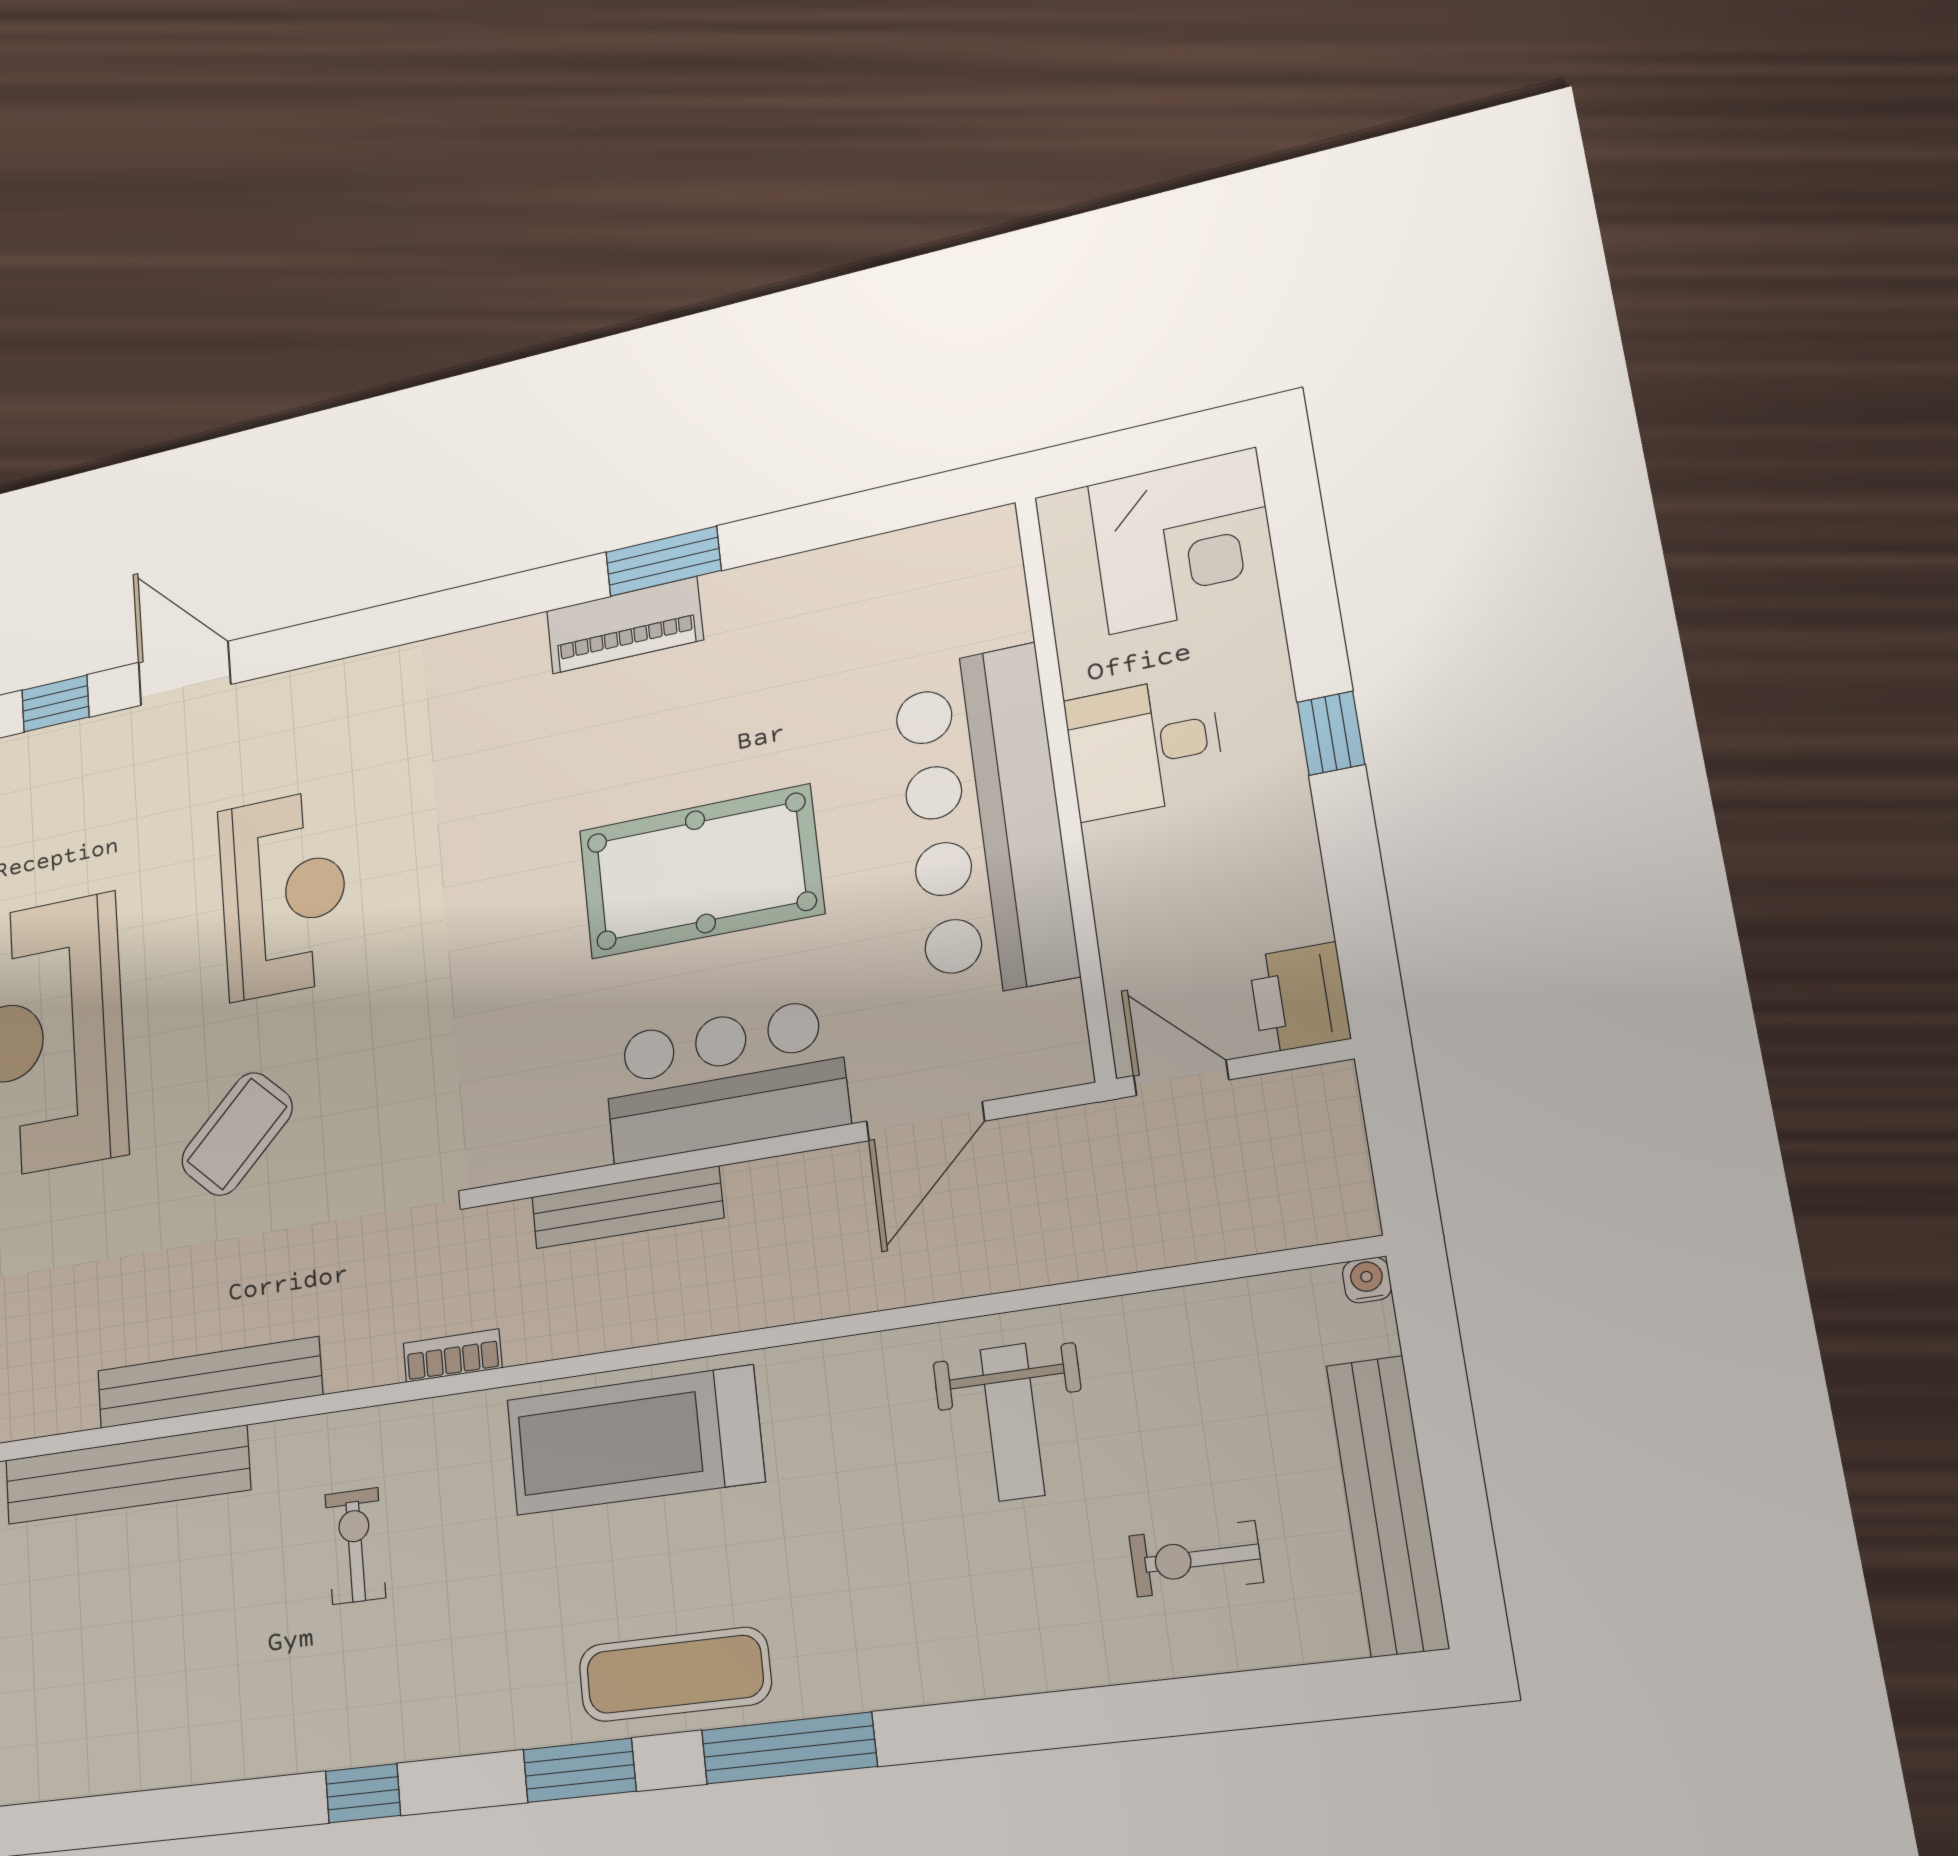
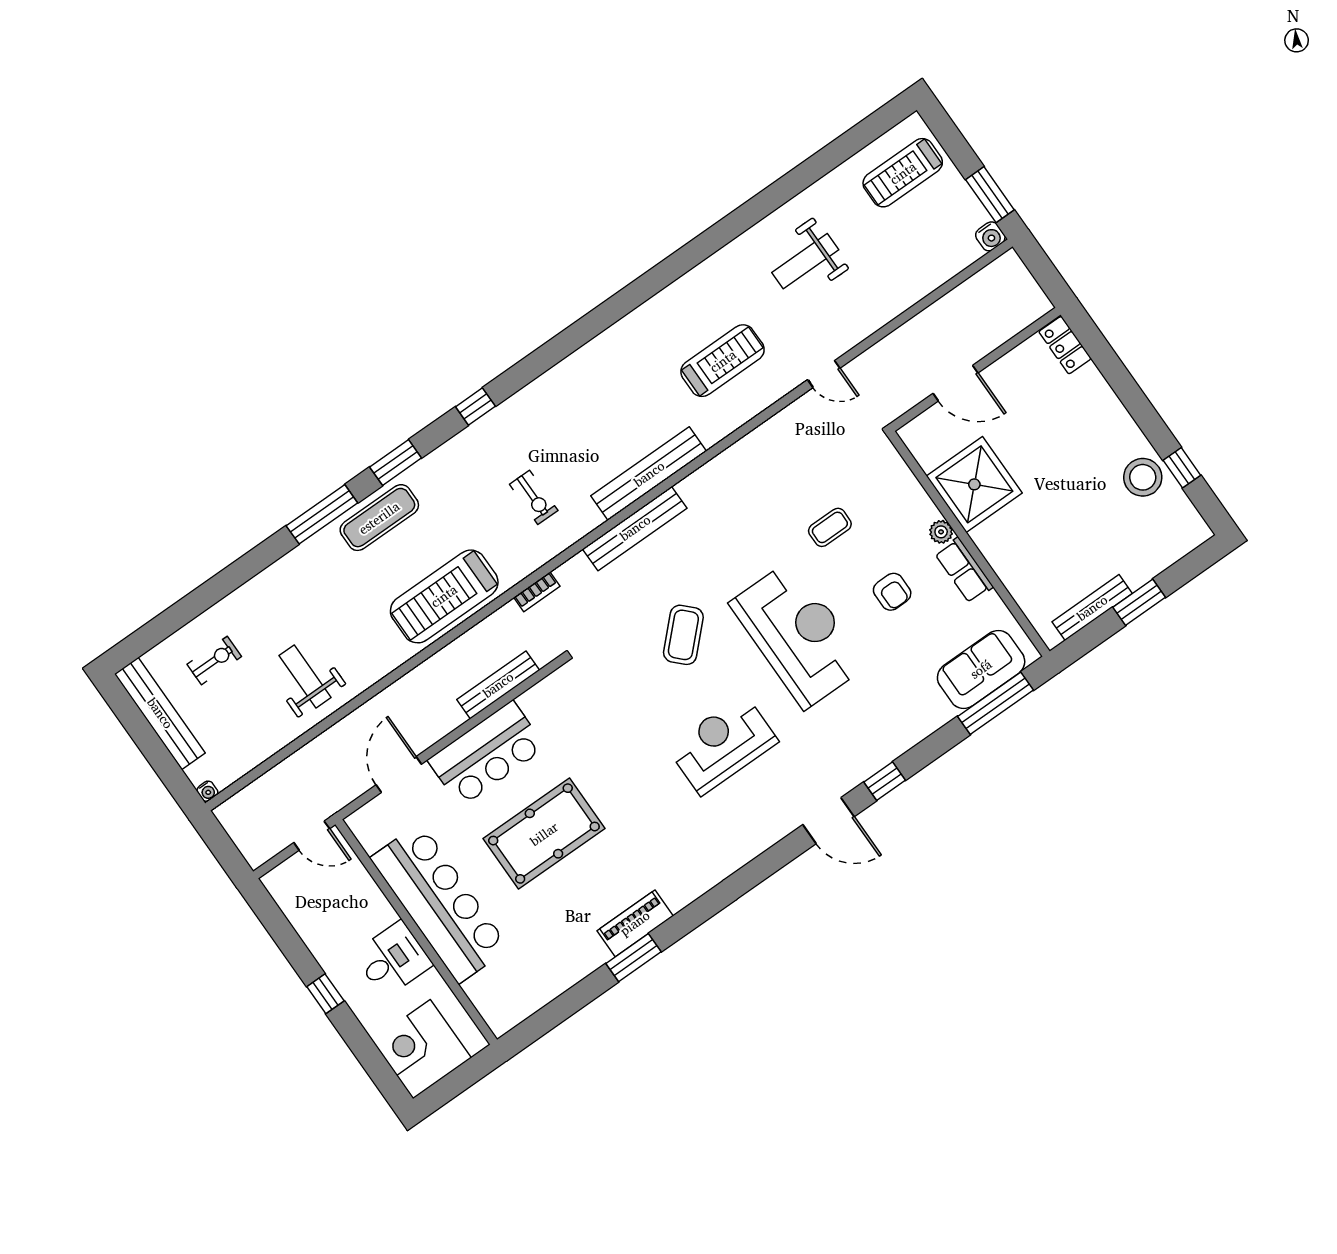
reception desk: (283, 894) -> (723, 744), turned 90
printer: (1299, 998) -> (285, 886), removed
treadmill: (634, 1440) -> (444, 596), turned 180

